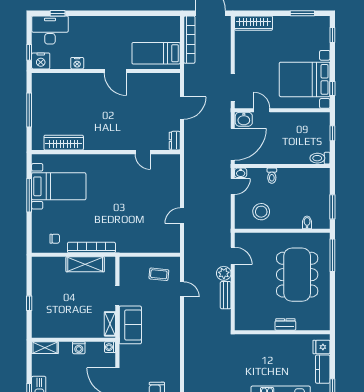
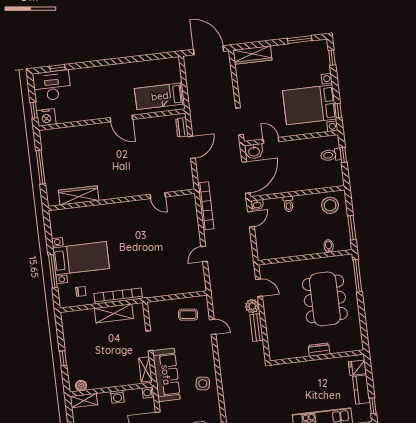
bookcase: (189, 40) -> (206, 206), moved
nightstand: (77, 63) -> (83, 115), removed
dresser: (175, 141) -> (182, 127), moved
toilet: (320, 158) -> (331, 155), moved
bed with nightstands: (59, 186) -> (81, 258), moved
window: (29, 195) -> (53, 271), moved
stool: (261, 212) -> (330, 205), moved
sofa: (130, 325) -> (166, 375), width x1.36
boiler: (44, 333) -> (81, 386), added
side table: (166, 345) -> (203, 383), added

